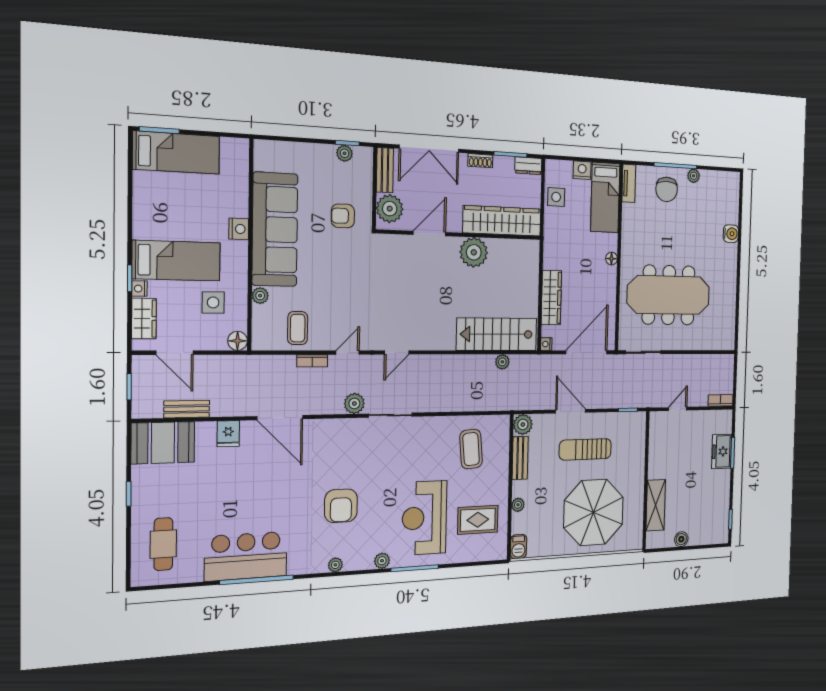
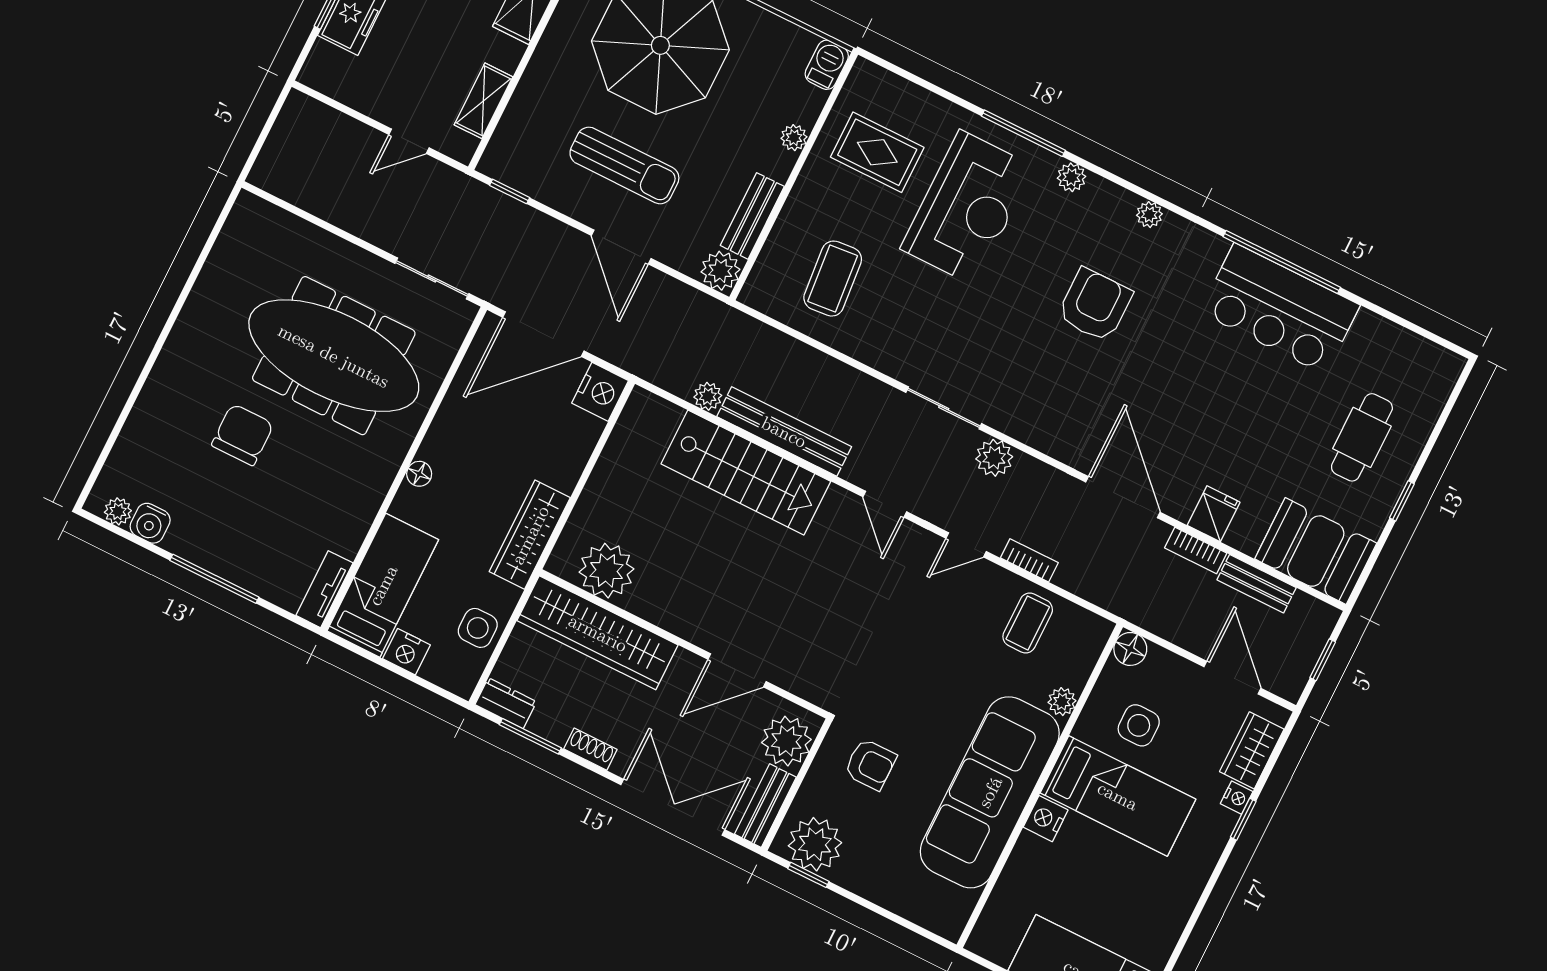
plant: (344, 153) -> (815, 844), width x1.88, depth x1.88
plant: (694, 176) -> (118, 511), moved
chair: (667, 189) -> (243, 435), moved
water cooler: (731, 234) -> (150, 523), moved, turned -90
plant: (474, 252) -> (606, 571), moved
bed: (176, 261) -> (1118, 796), moved, turned 180
wardrobe: (551, 298) -> (530, 535), moved
stairs: (497, 334) -> (746, 473), moved
nightstand: (546, 344) -> (600, 392), width x1.89, depth x1.79
door: (397, 352) -> (885, 504), swing flipped
bench: (460, 363) -> (784, 432), added
bookcase: (721, 400) -> (1196, 550), moved
shelving: (655, 444) -> (483, 101), added
cafe table: (163, 544) -> (1362, 437), moved

